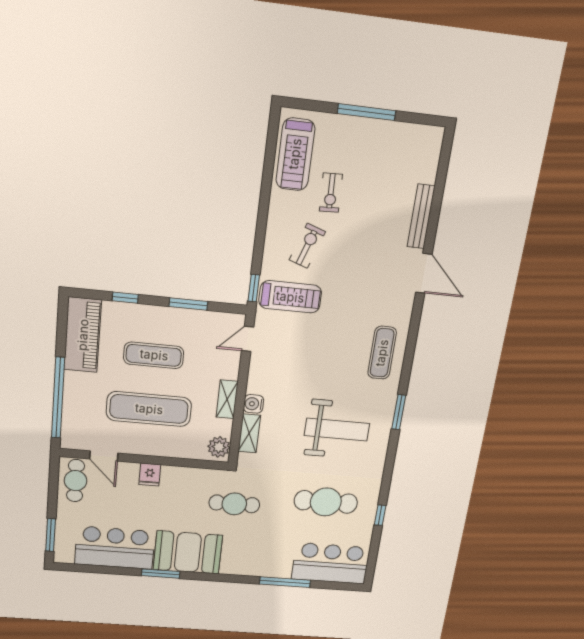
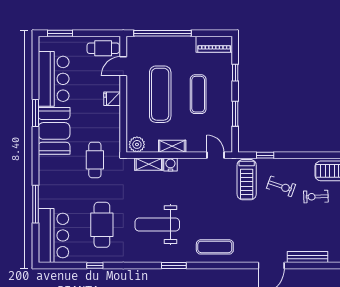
window: (254, 288) -> (265, 155), moved
piano: (83, 335) -> (214, 44), width x0.73, depth x0.75
weight bench: (337, 429) -> (157, 225), turned 90

